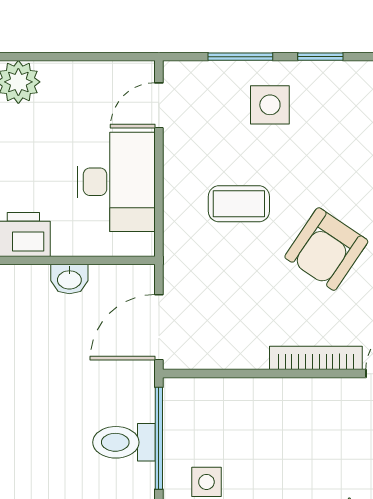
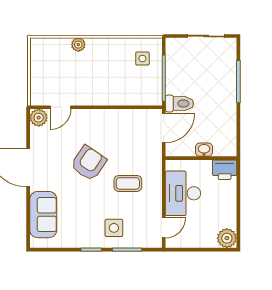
bookcase: (316, 358) -> (93, 114), removed
toilet: (124, 442) -> (179, 104), moved

